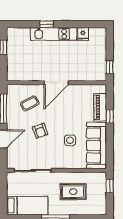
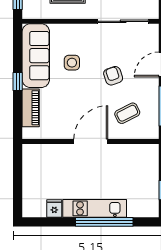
window: (46, 24) -> (104, 222), width x3.17
window: (110, 67) -> (18, 163), removed
window: (110, 116) -> (18, 81), moved

